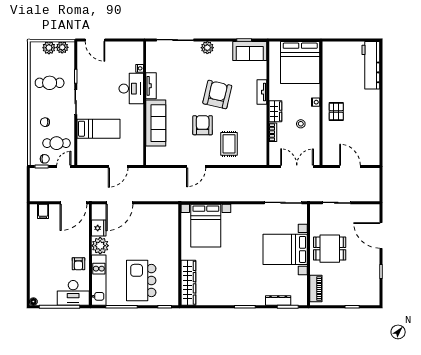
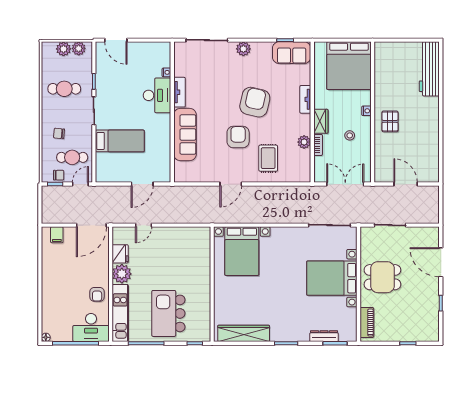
plant: (261, 130) -> (304, 142), added
door: (119, 203) -> (144, 225), width x0.53
wardrobe: (188, 283) -> (244, 333), moved, turned -90

